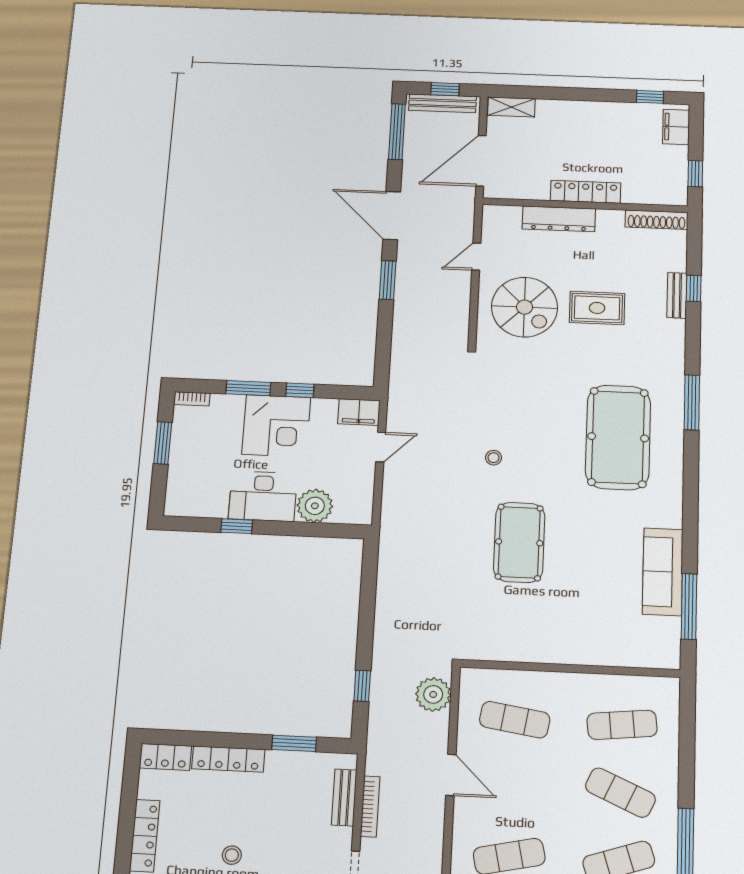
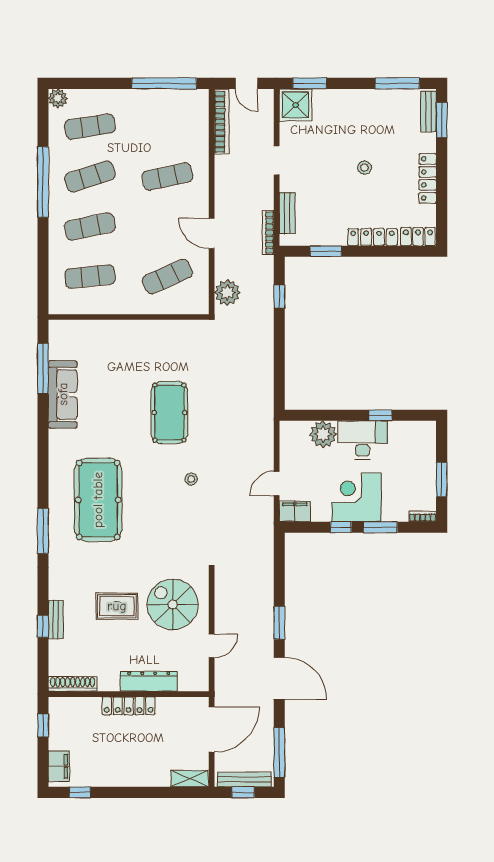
exercise mat: (515, 720) -> (167, 277), turned -33
exercise mat: (620, 793) -> (90, 227), turned -36
bookcase: (370, 806) -> (268, 233), moved

